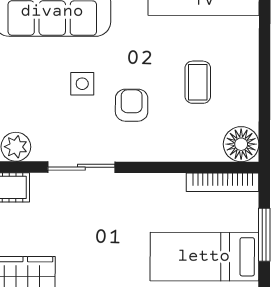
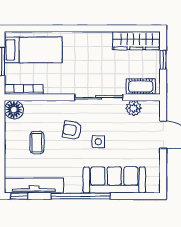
armchair: (132, 105) -> (72, 130), turned 100
sliding door: (81, 167) -> (99, 97), width x1.37

